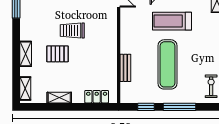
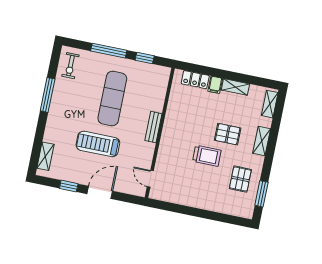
pallet: (38, 16) -> (240, 179), added
treadmill: (172, 21) -> (98, 144), turned 180
bench: (125, 68) -> (153, 127), moved
filing cabinet: (78, 96) -> (215, 85), added

